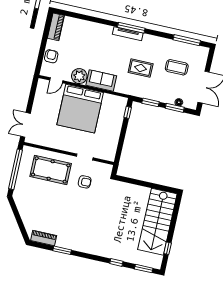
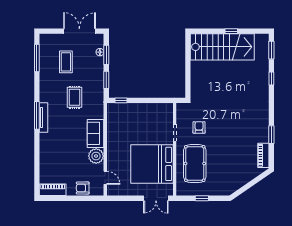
bed: (80, 109) -> (152, 164), moved, turned 180
window: (15, 169) -> (202, 198), width x0.32
window: (168, 248) -> (231, 31), moved

